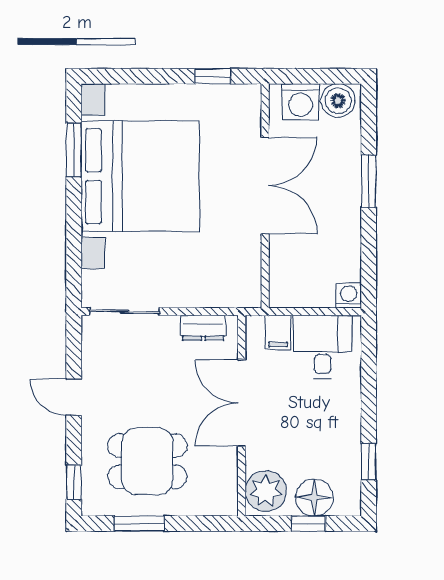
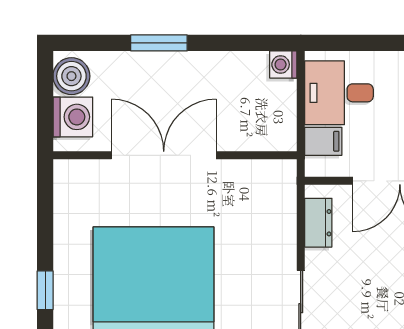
window: (213, 76) -> (45, 290), moved

